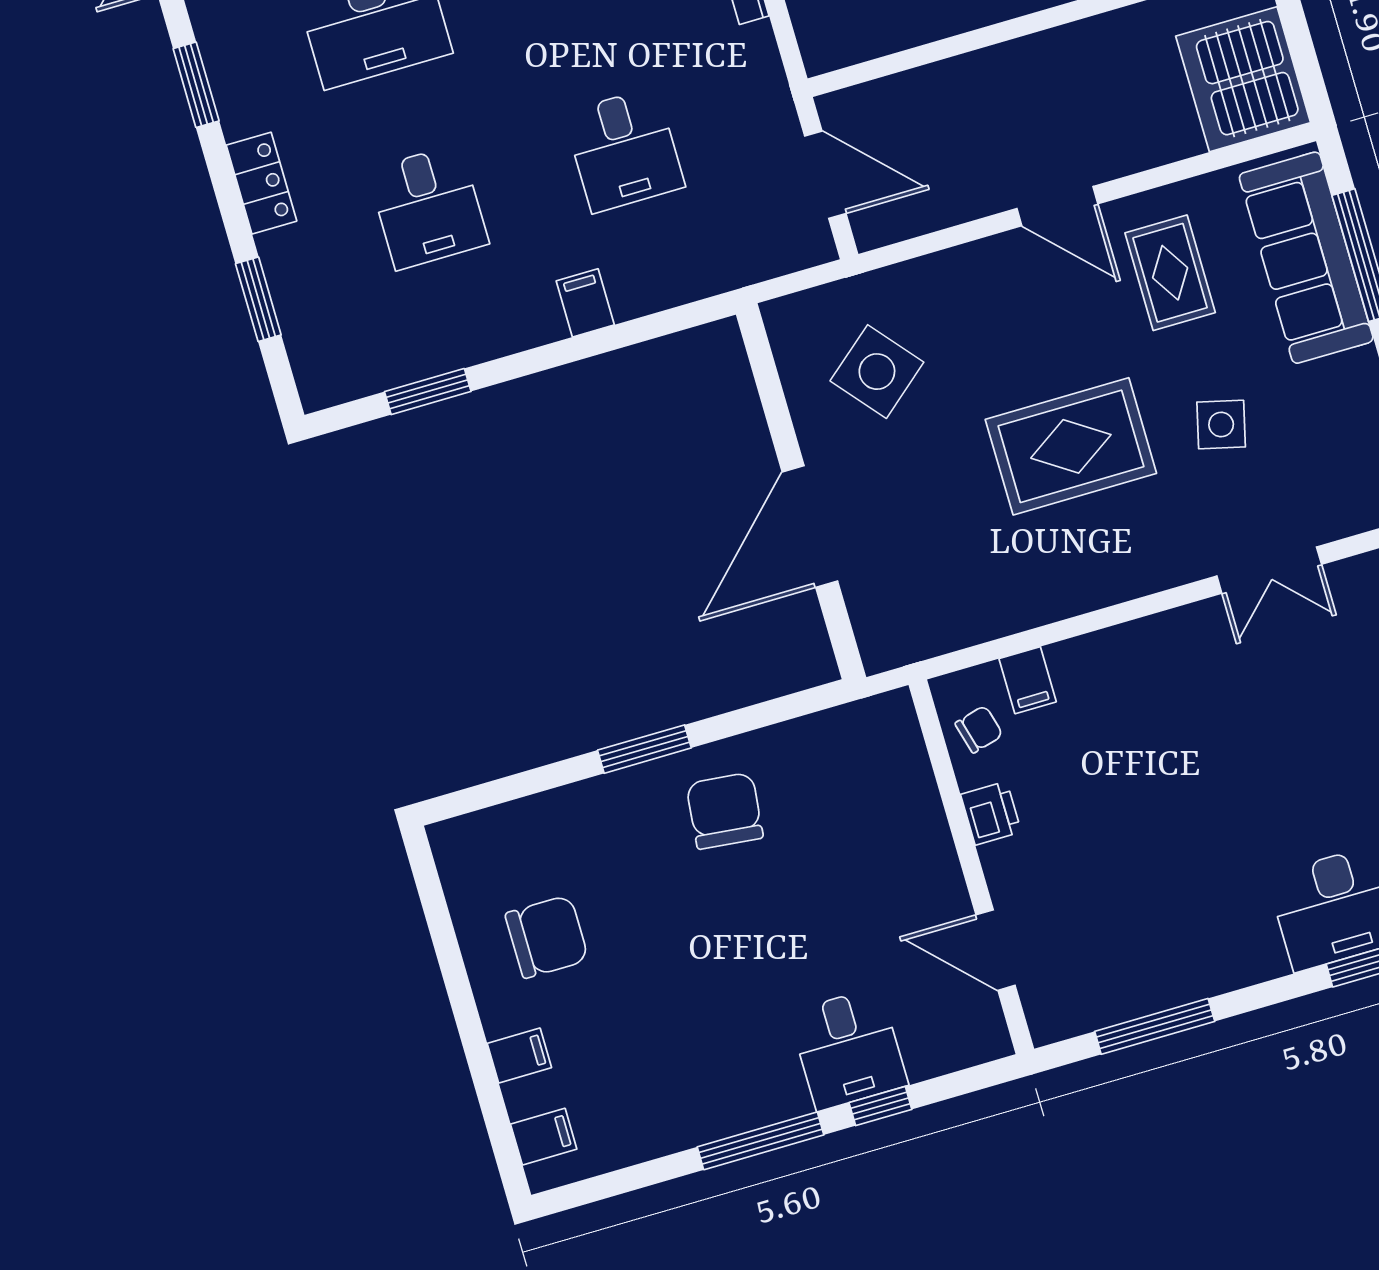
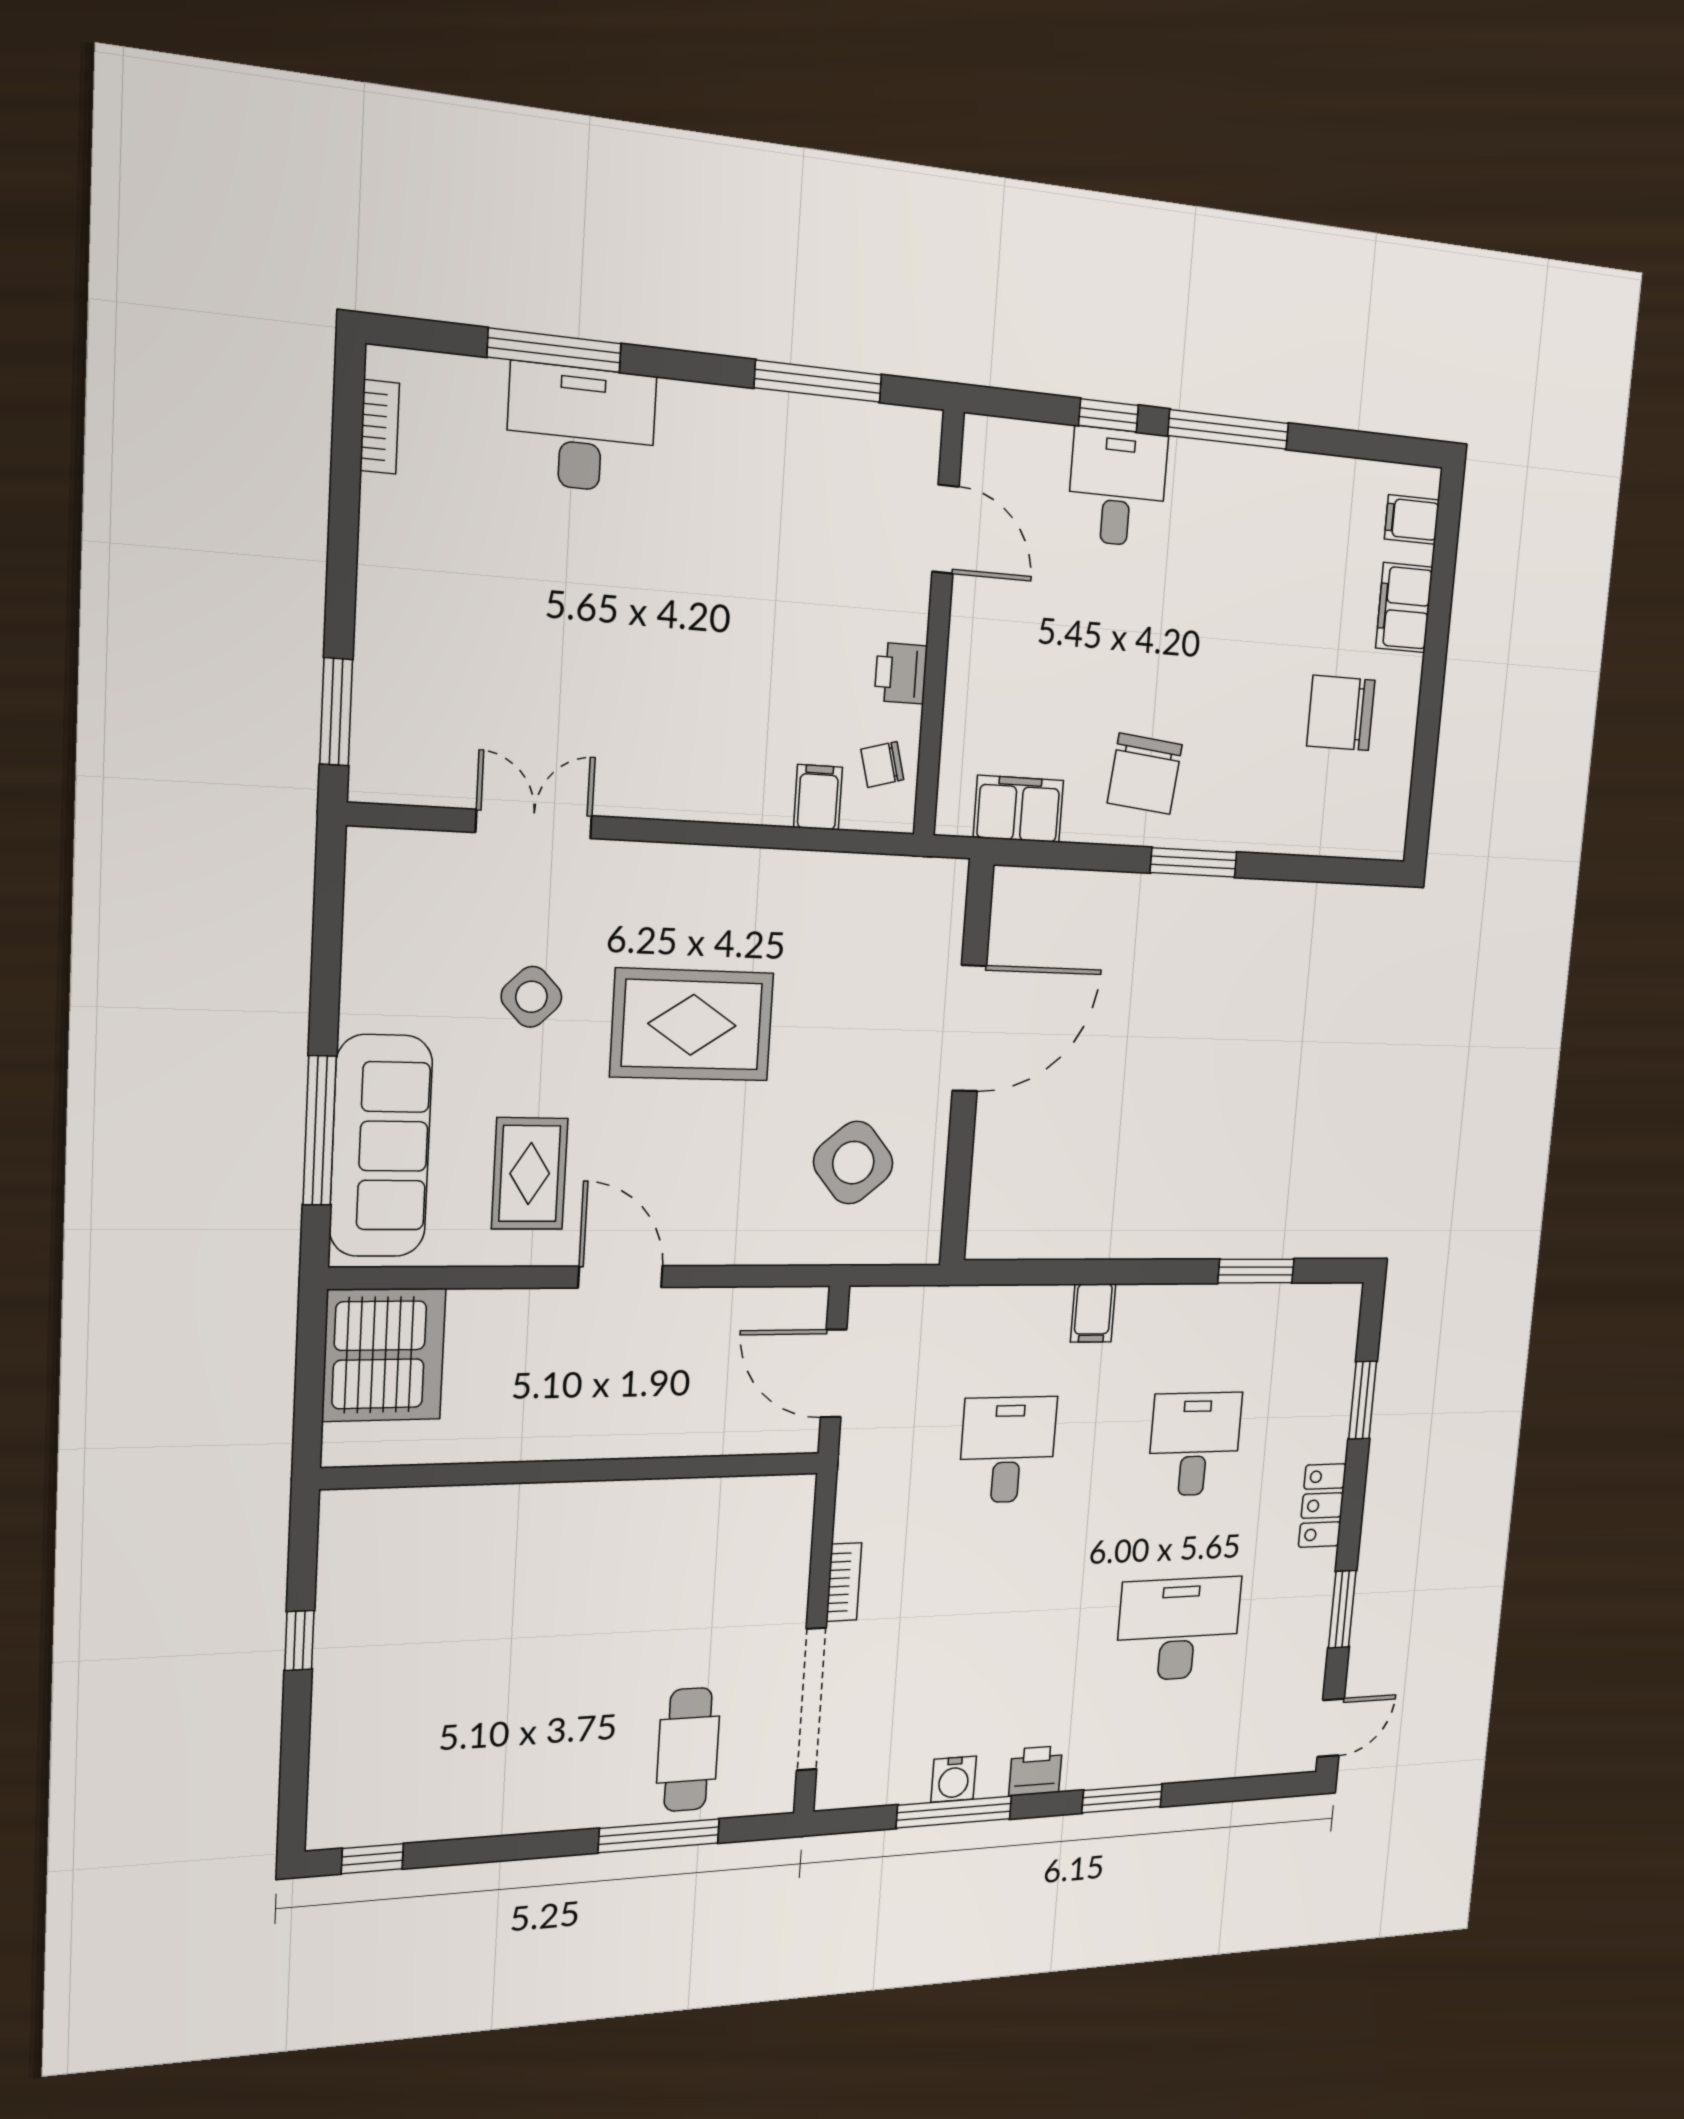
side table: (1221, 424) -> (531, 997), turned 32
filing cabinet: (836, 736) -> (1018, 809), added
filing cabinet: (519, 1056) -> (1404, 608), width x2.00

